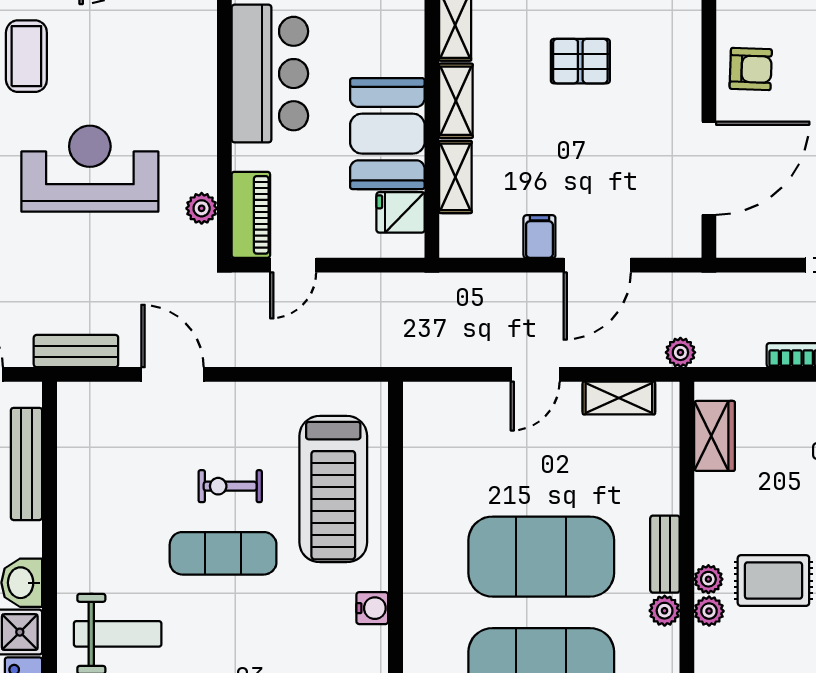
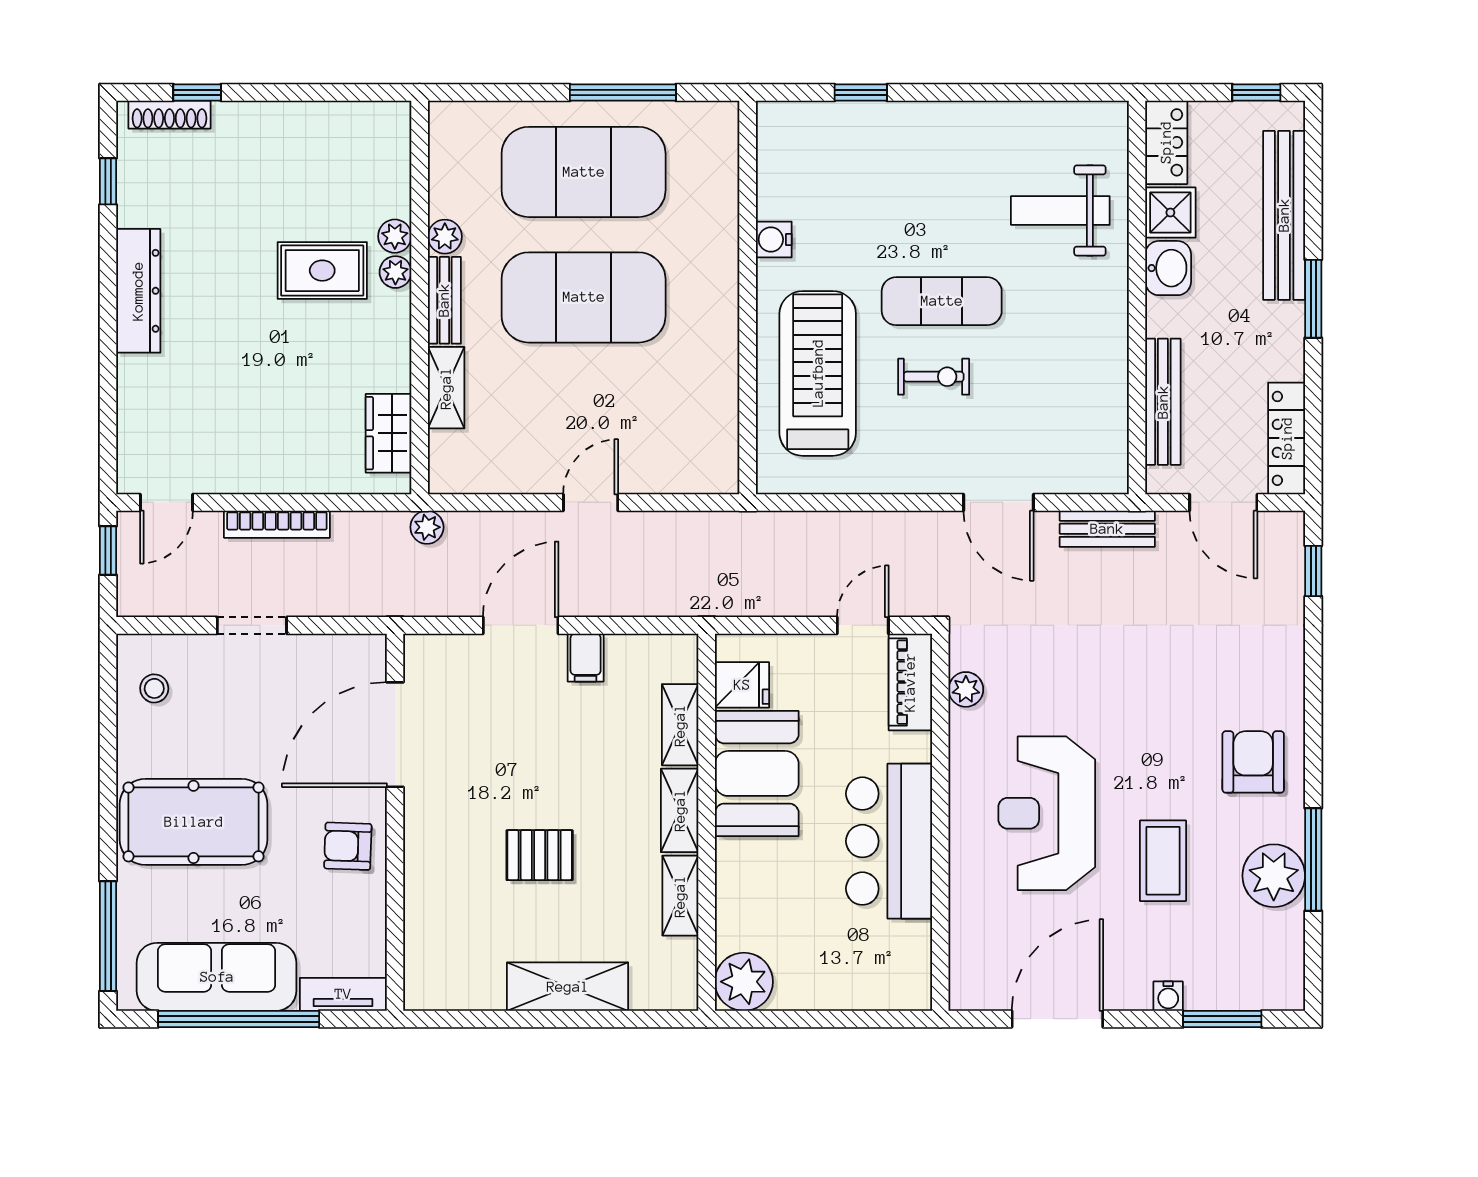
reception desk: (90, 169) -> (1047, 813), moved, turned 90
shelving: (619, 398) -> (446, 388), moved, turned 90

